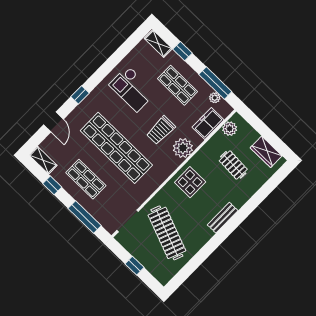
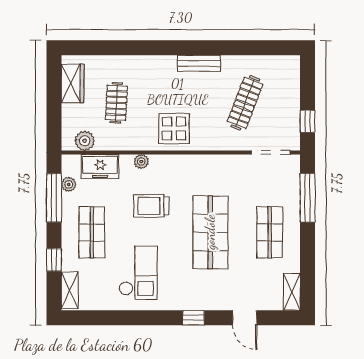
door: (54, 122) -> (245, 318), swing flipped
trolley: (161, 130) -> (151, 206), turned 180
shop shelf: (116, 148) -> (210, 232), width x0.71
plant: (183, 148) -> (141, 161), width x0.53, depth x0.53
window: (52, 185) -> (307, 259), removed
bench: (223, 218) -> (199, 63), moved
clothes rail: (167, 233) -> (245, 103), width x0.73, depth x0.76
window: (134, 266) -> (307, 121), moved

